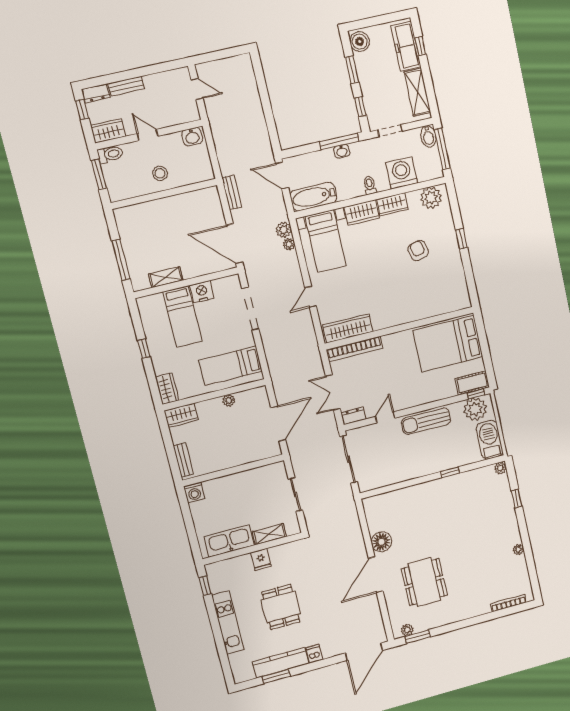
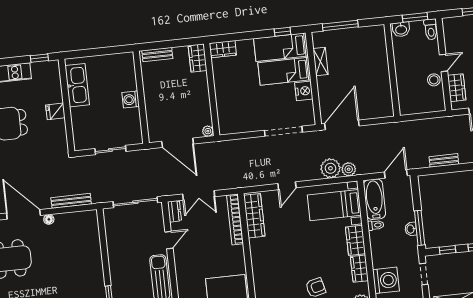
wardrobe: (108, 131) -> (457, 88), moved
washbasin: (192, 137) -> (401, 29), moved, turned -90
stool: (160, 173) -> (434, 80), moved
toilet: (370, 185) -> (376, 225), moved
bench: (232, 193) -> (444, 160), moved
plant: (289, 244) -> (330, 168), width x1.88, depth x1.88
door: (311, 297) -> (287, 186), swing flipped
window: (144, 349) -> (283, 32), moved
bed: (231, 366) -> (281, 47), moved, turned -90
double door: (333, 392) -> (199, 195), swing flipped
plant: (229, 400) -> (208, 131), moved
door: (385, 417) -> (169, 240), hinge flipped
washing machine: (194, 492) -> (131, 100), moved
bench: (355, 527) -> (71, 201), added
shelving: (269, 534) -> (78, 122), removed
floor lamp: (381, 542) -> (49, 219), width x0.53, depth x0.53

